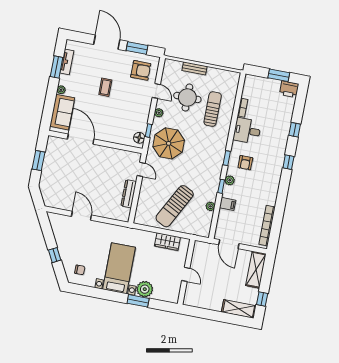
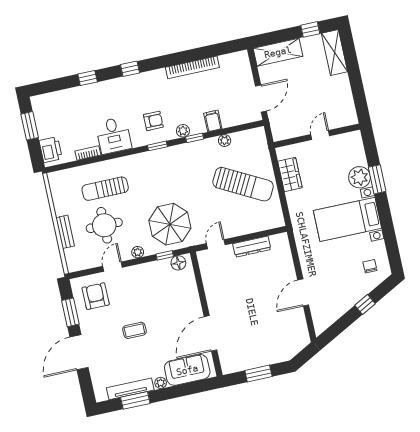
tv unit: (67, 62) -> (130, 389), width x1.41
printer: (289, 89) -> (51, 150), moved
bookcase: (267, 226) -> (192, 67), moved

